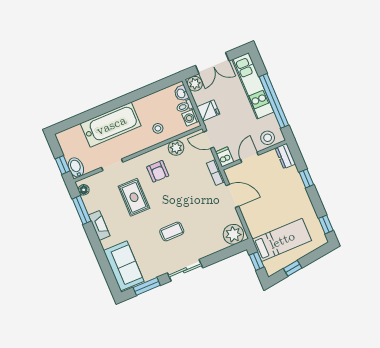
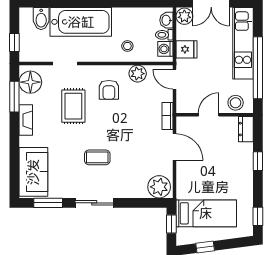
dishwasher: (225, 157) -> (183, 104), removed
bidet: (76, 167) -> (41, 19), moved, turned 180
floor lamp: (84, 190) -> (30, 82), width x1.89, depth x1.89

